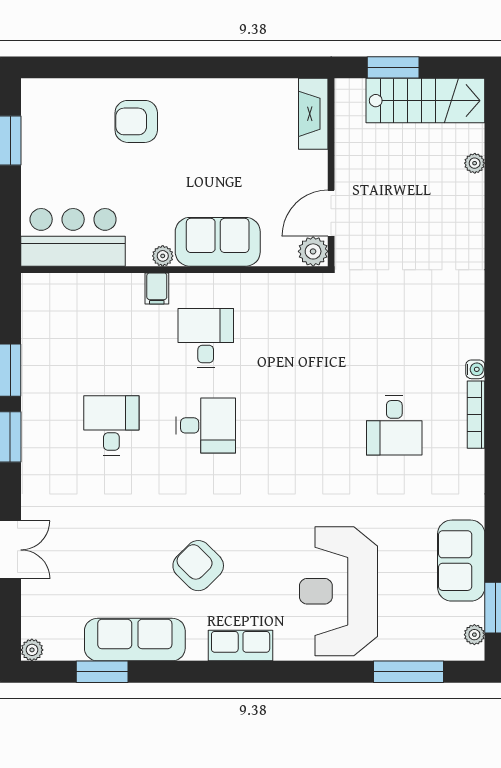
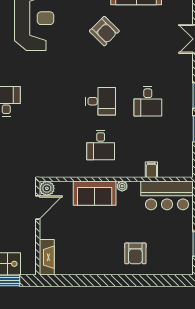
armchair: (136, 121) -> (135, 253), turned 90
filing cabinet: (157, 289) -> (151, 170), moved
desk: (206, 425) -> (101, 101), turned 180

